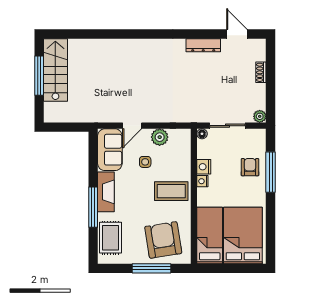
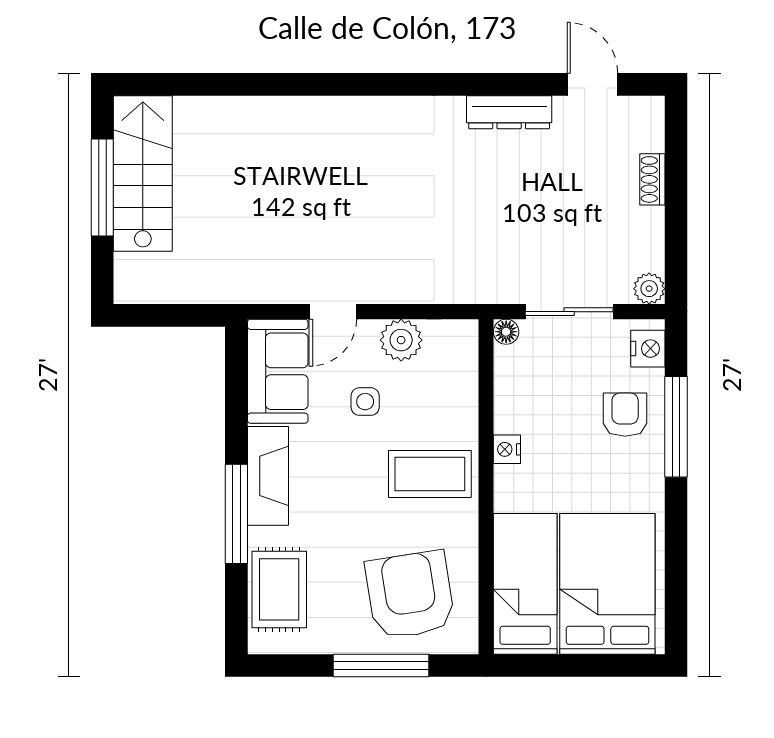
nightstand: (204, 167) -> (648, 349), moved, turned 180

